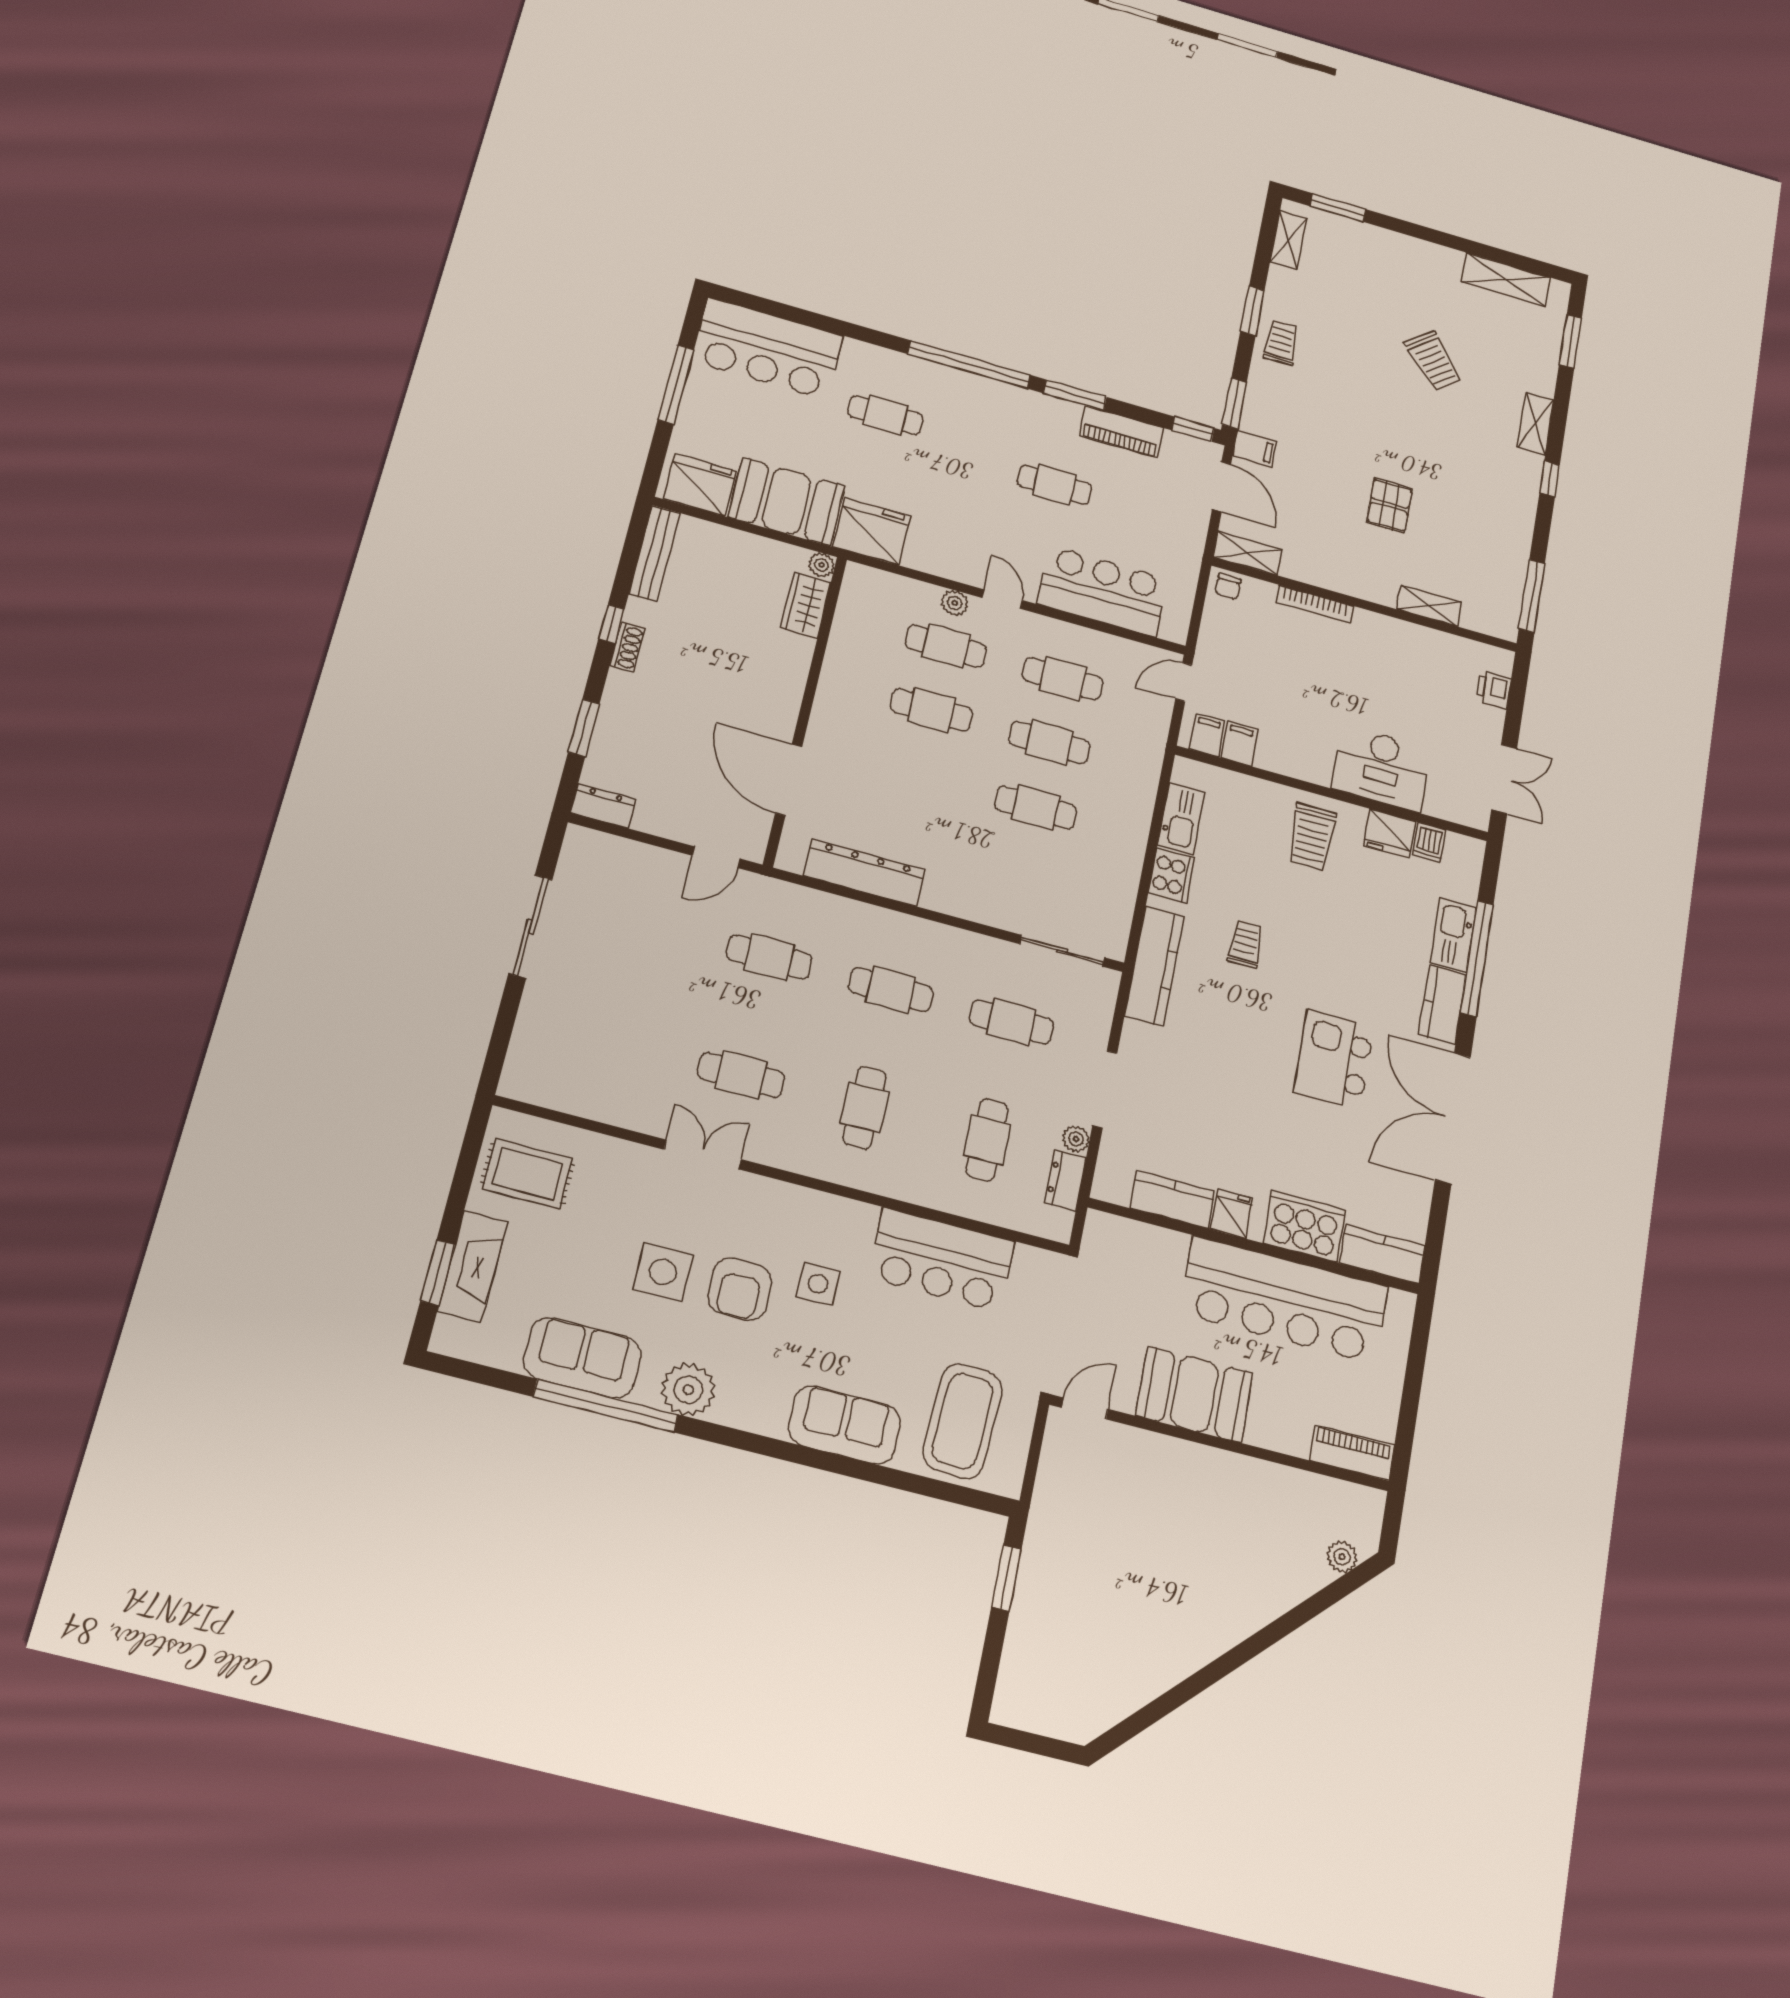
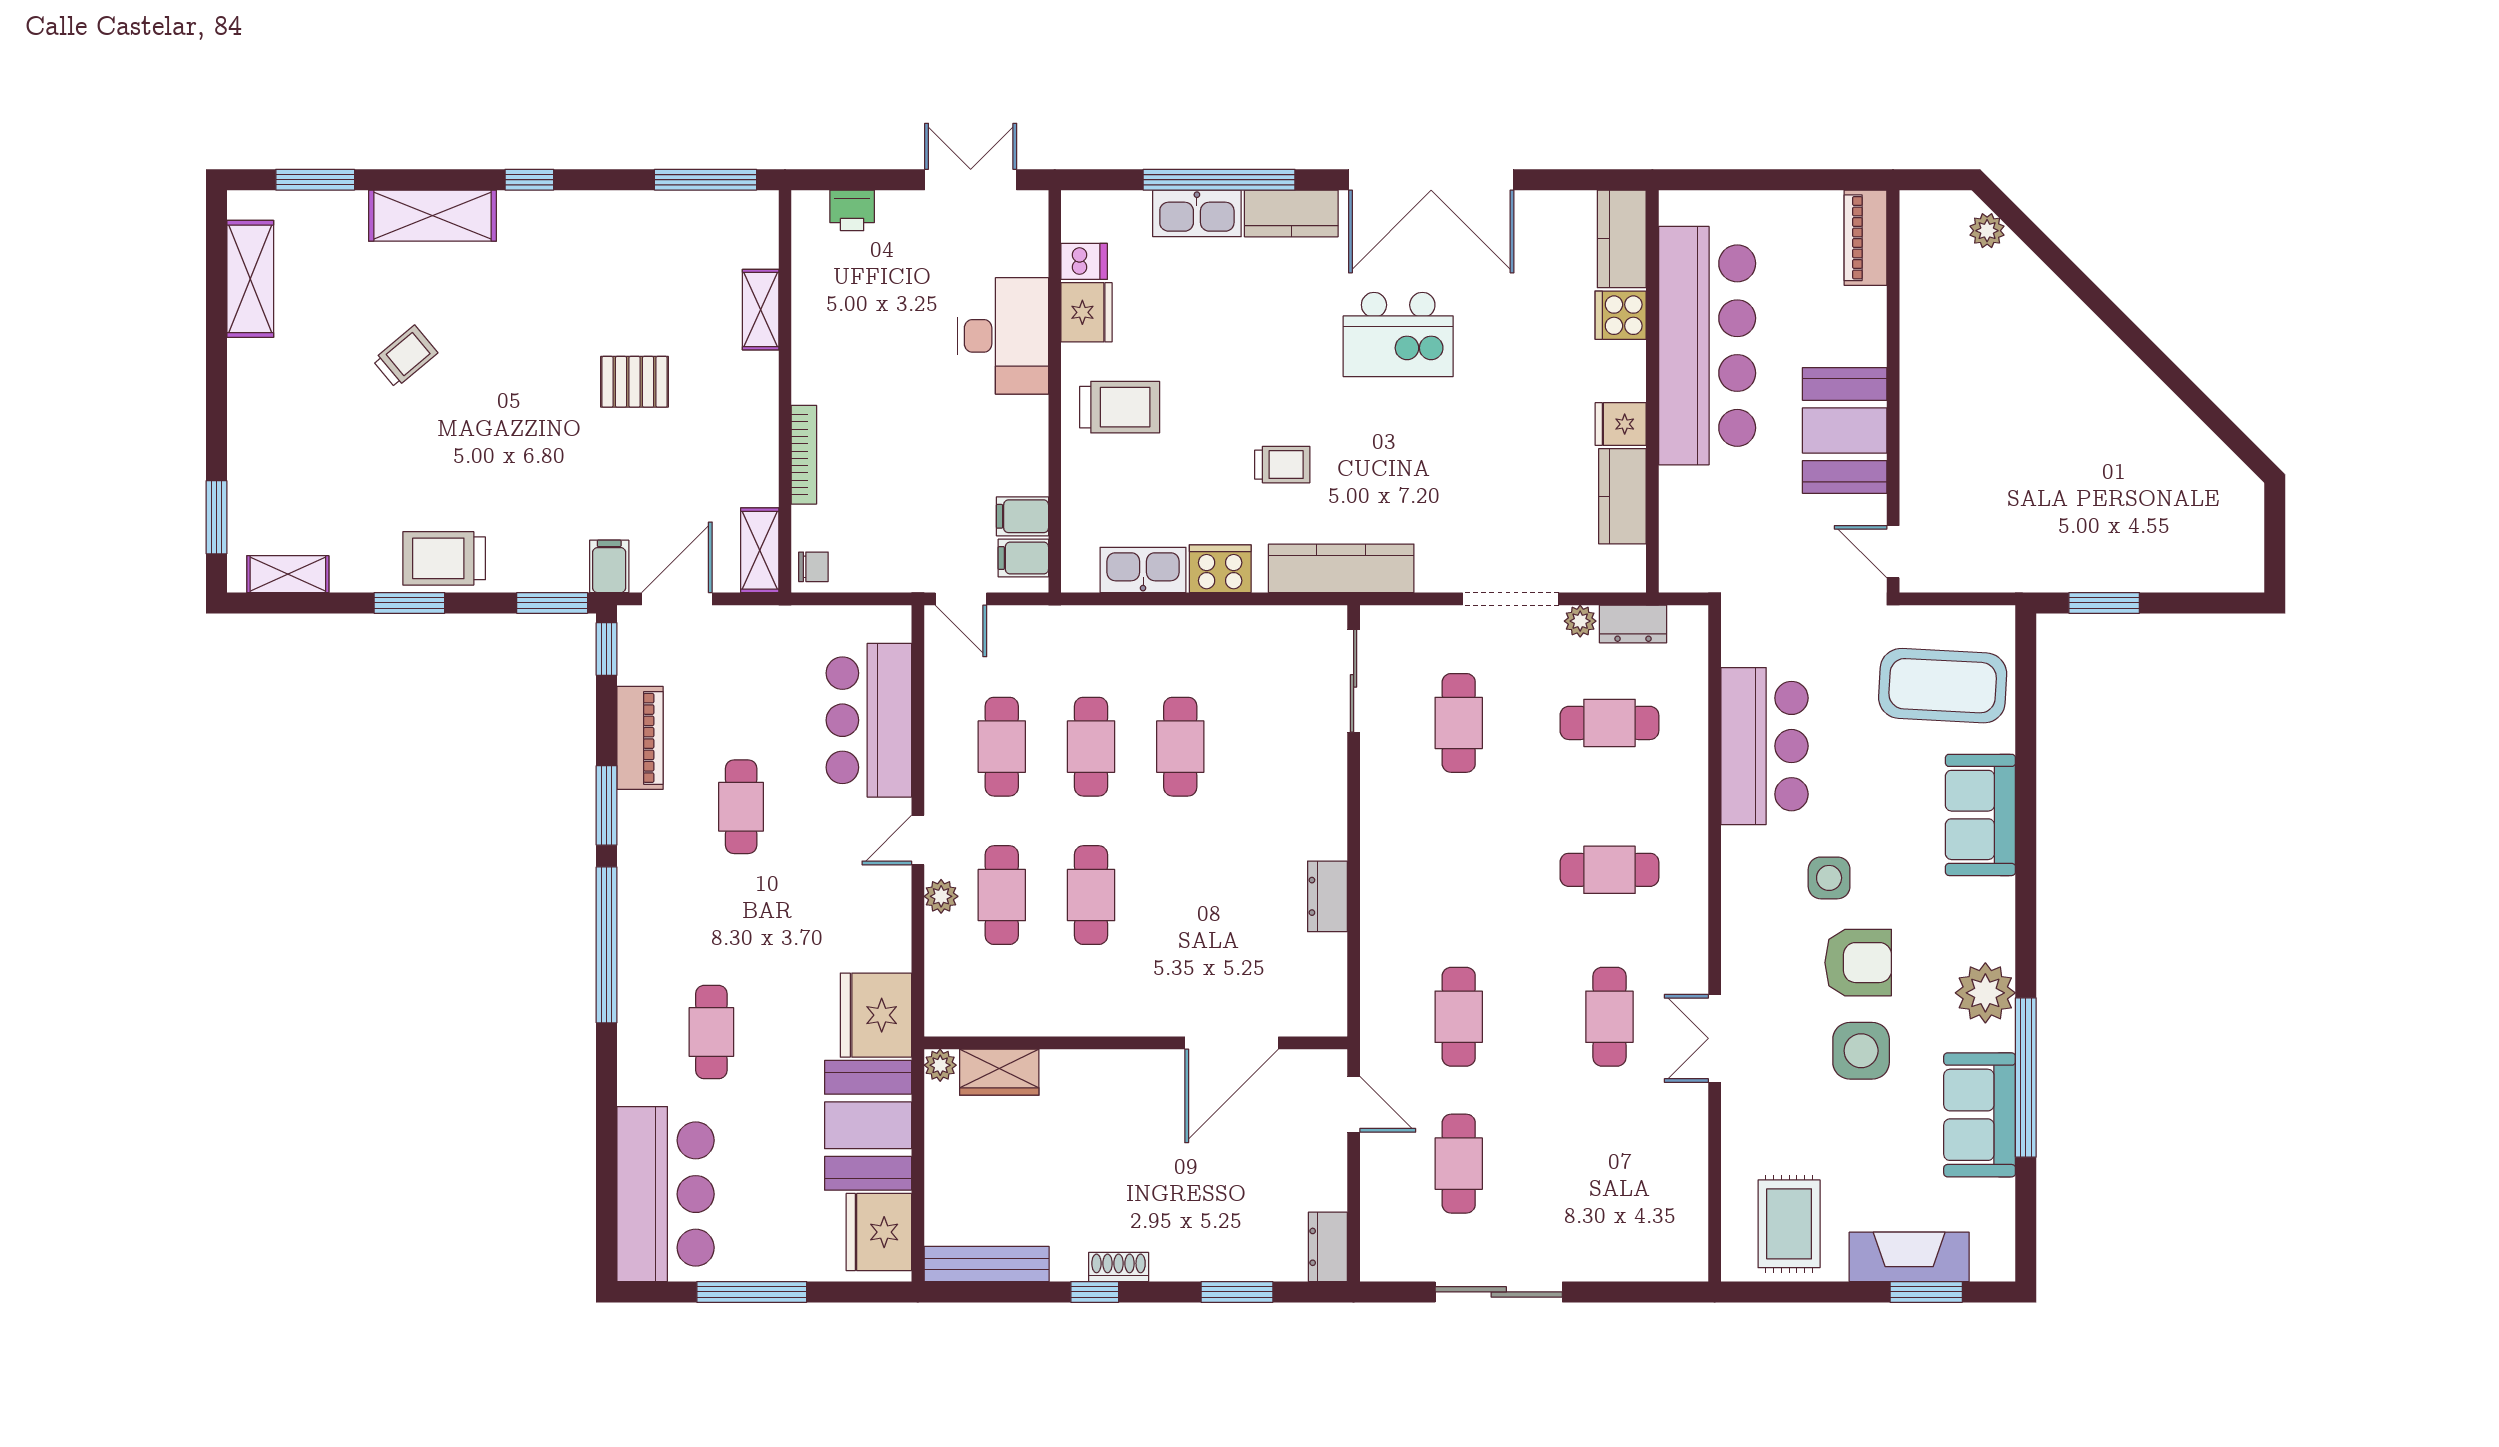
trolley: (1281, 343) -> (444, 558), width x1.36, depth x1.39
trolley: (1433, 361) -> (405, 357), width x0.73, depth x0.72
shelving: (1536, 424) -> (432, 216), width x1.50, depth x1.33
dresser: (865, 873) -> (1327, 896), width x0.51, depth x0.80
trolley: (1245, 944) -> (1282, 465), turned 180
cafe table: (891, 990) -> (1459, 1164), moved
cooker: (1304, 1226) -> (1621, 315), width x0.53, depth x0.76

